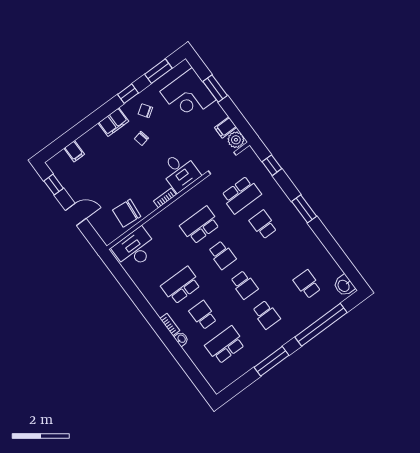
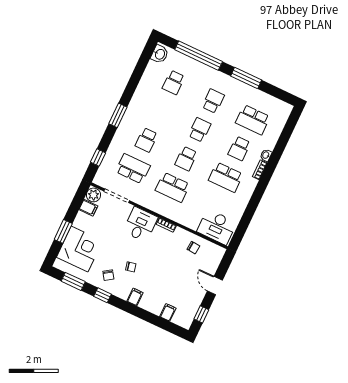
filing cabinet: (113, 122) -> (135, 297), width x0.50
chair: (127, 213) -> (193, 248), width x0.54, depth x0.54
school desk: (222, 255) -> (186, 159), turned 180

